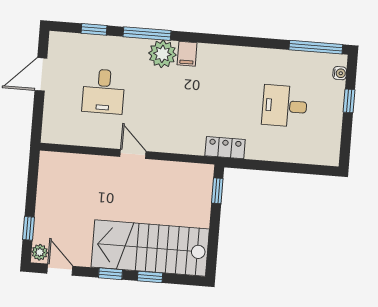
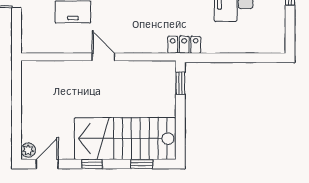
window: (29, 228) -> (17, 130), removed
door: (60, 270) -> (47, 164), hinge flipped
window: (150, 277) -> (142, 164), moved

